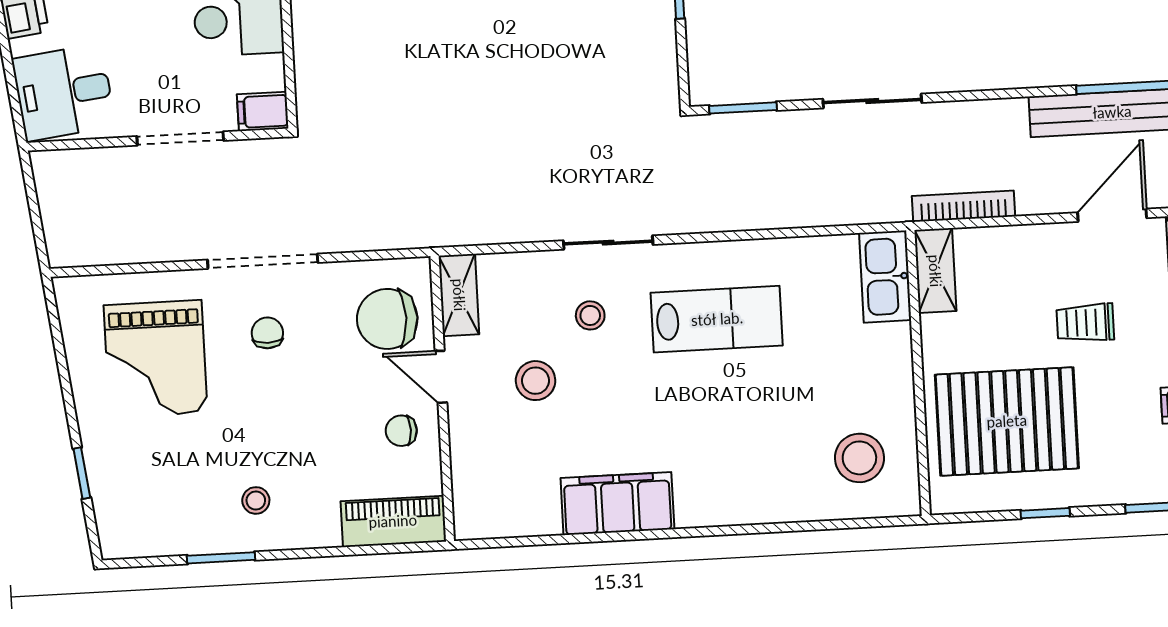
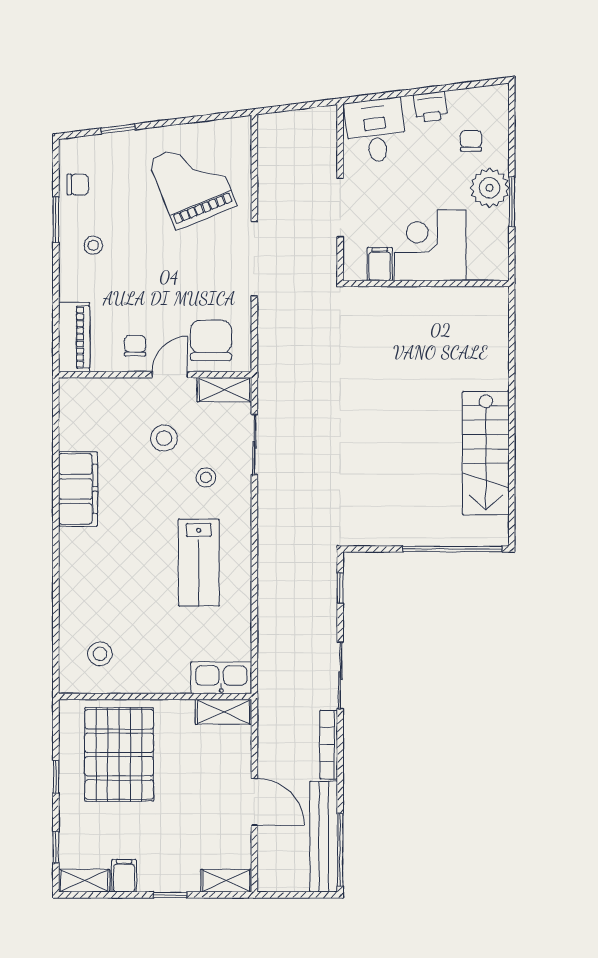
window: (743, 108) -> (340, 588), width x0.67
filing cabinet: (263, 111) -> (380, 264), moved
bookcase: (964, 206) -> (329, 745), moved, turned 180
door: (1112, 215) -> (254, 802), moved
sliding door: (608, 243) -> (254, 445), moved
trolley: (1085, 323) -> (183, 811), removed
chair: (267, 333) -> (78, 184), moved
grand piano: (156, 359) -> (192, 183), turned 68
stool: (859, 458) -> (100, 654), width x0.73, depth x0.73

